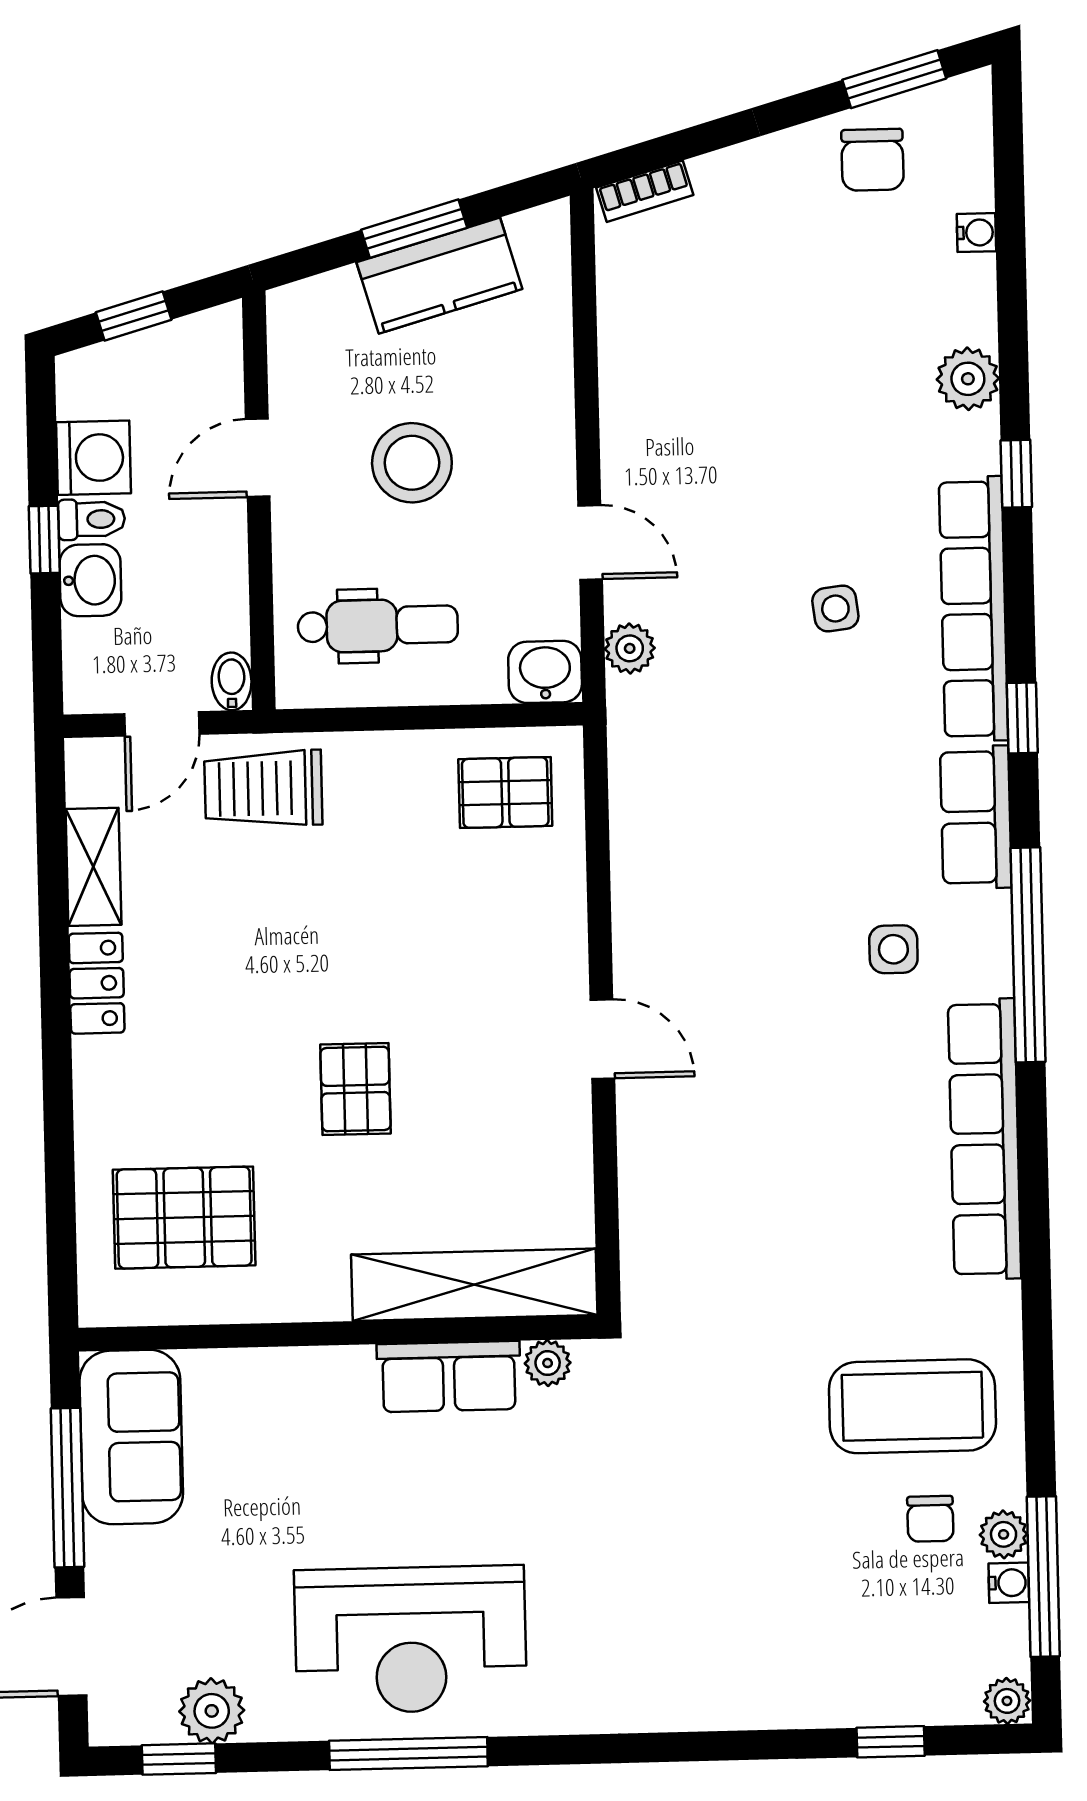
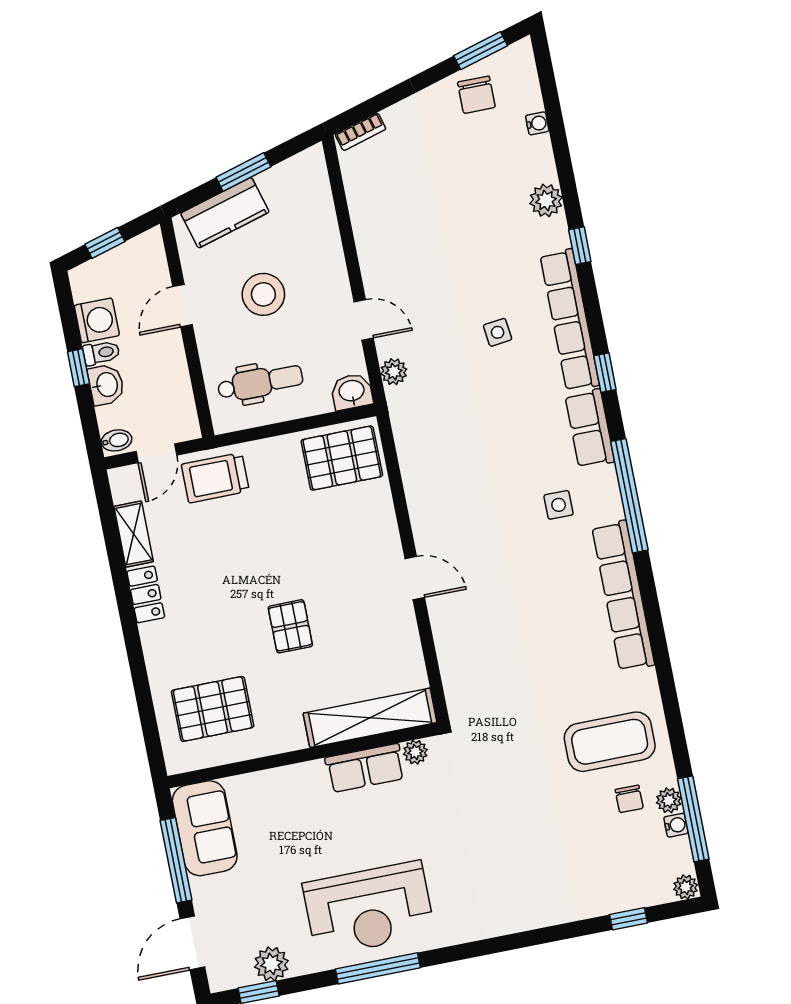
kitchen counter: (439, 276) -> (225, 213), moved
bidet: (232, 681) -> (116, 440), moved, turned 90
pallet: (505, 792) -> (342, 458), width x1.50, depth x1.42

